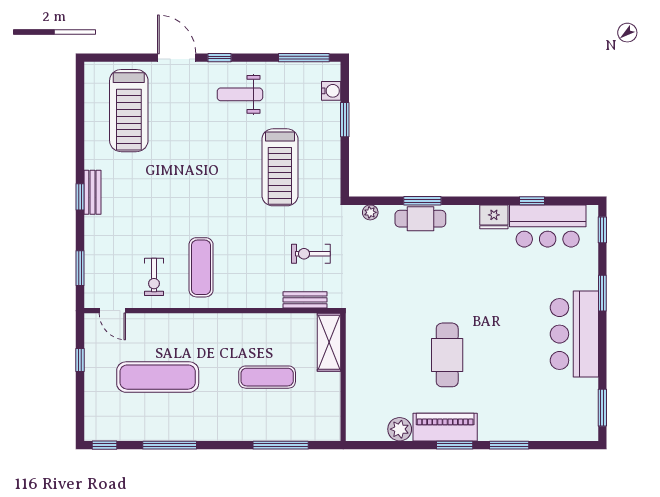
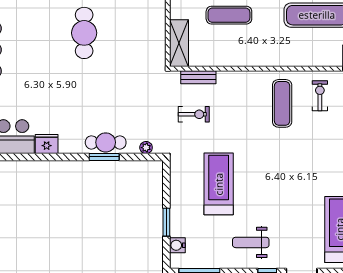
weight bench: (240, 94) -> (251, 242), turned 180
window: (532, 201) -> (16, 157), removed

